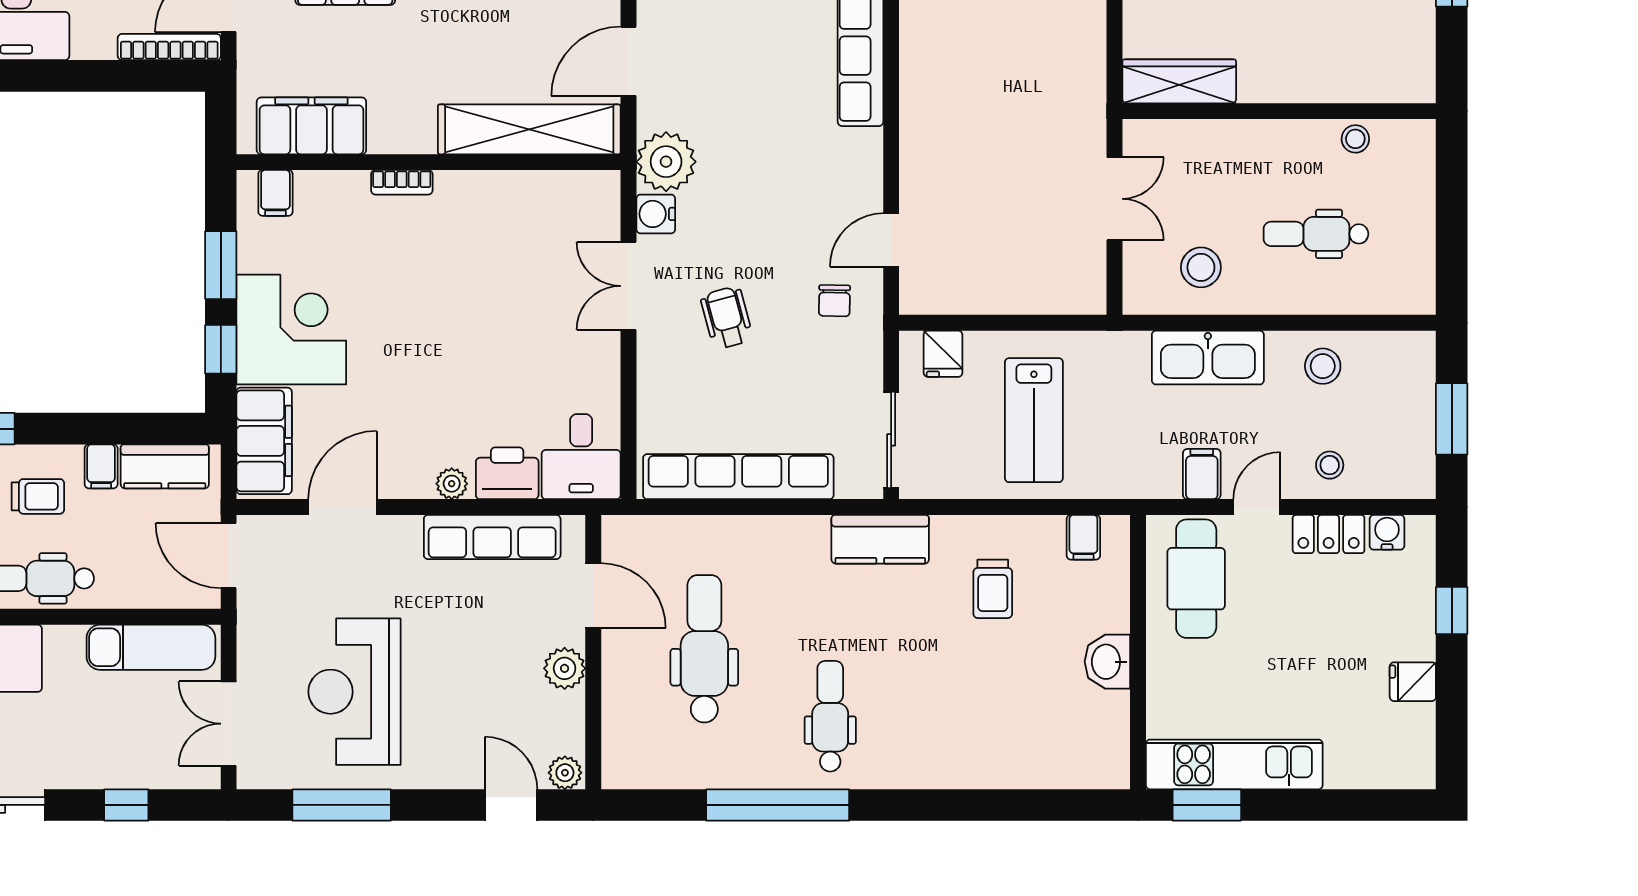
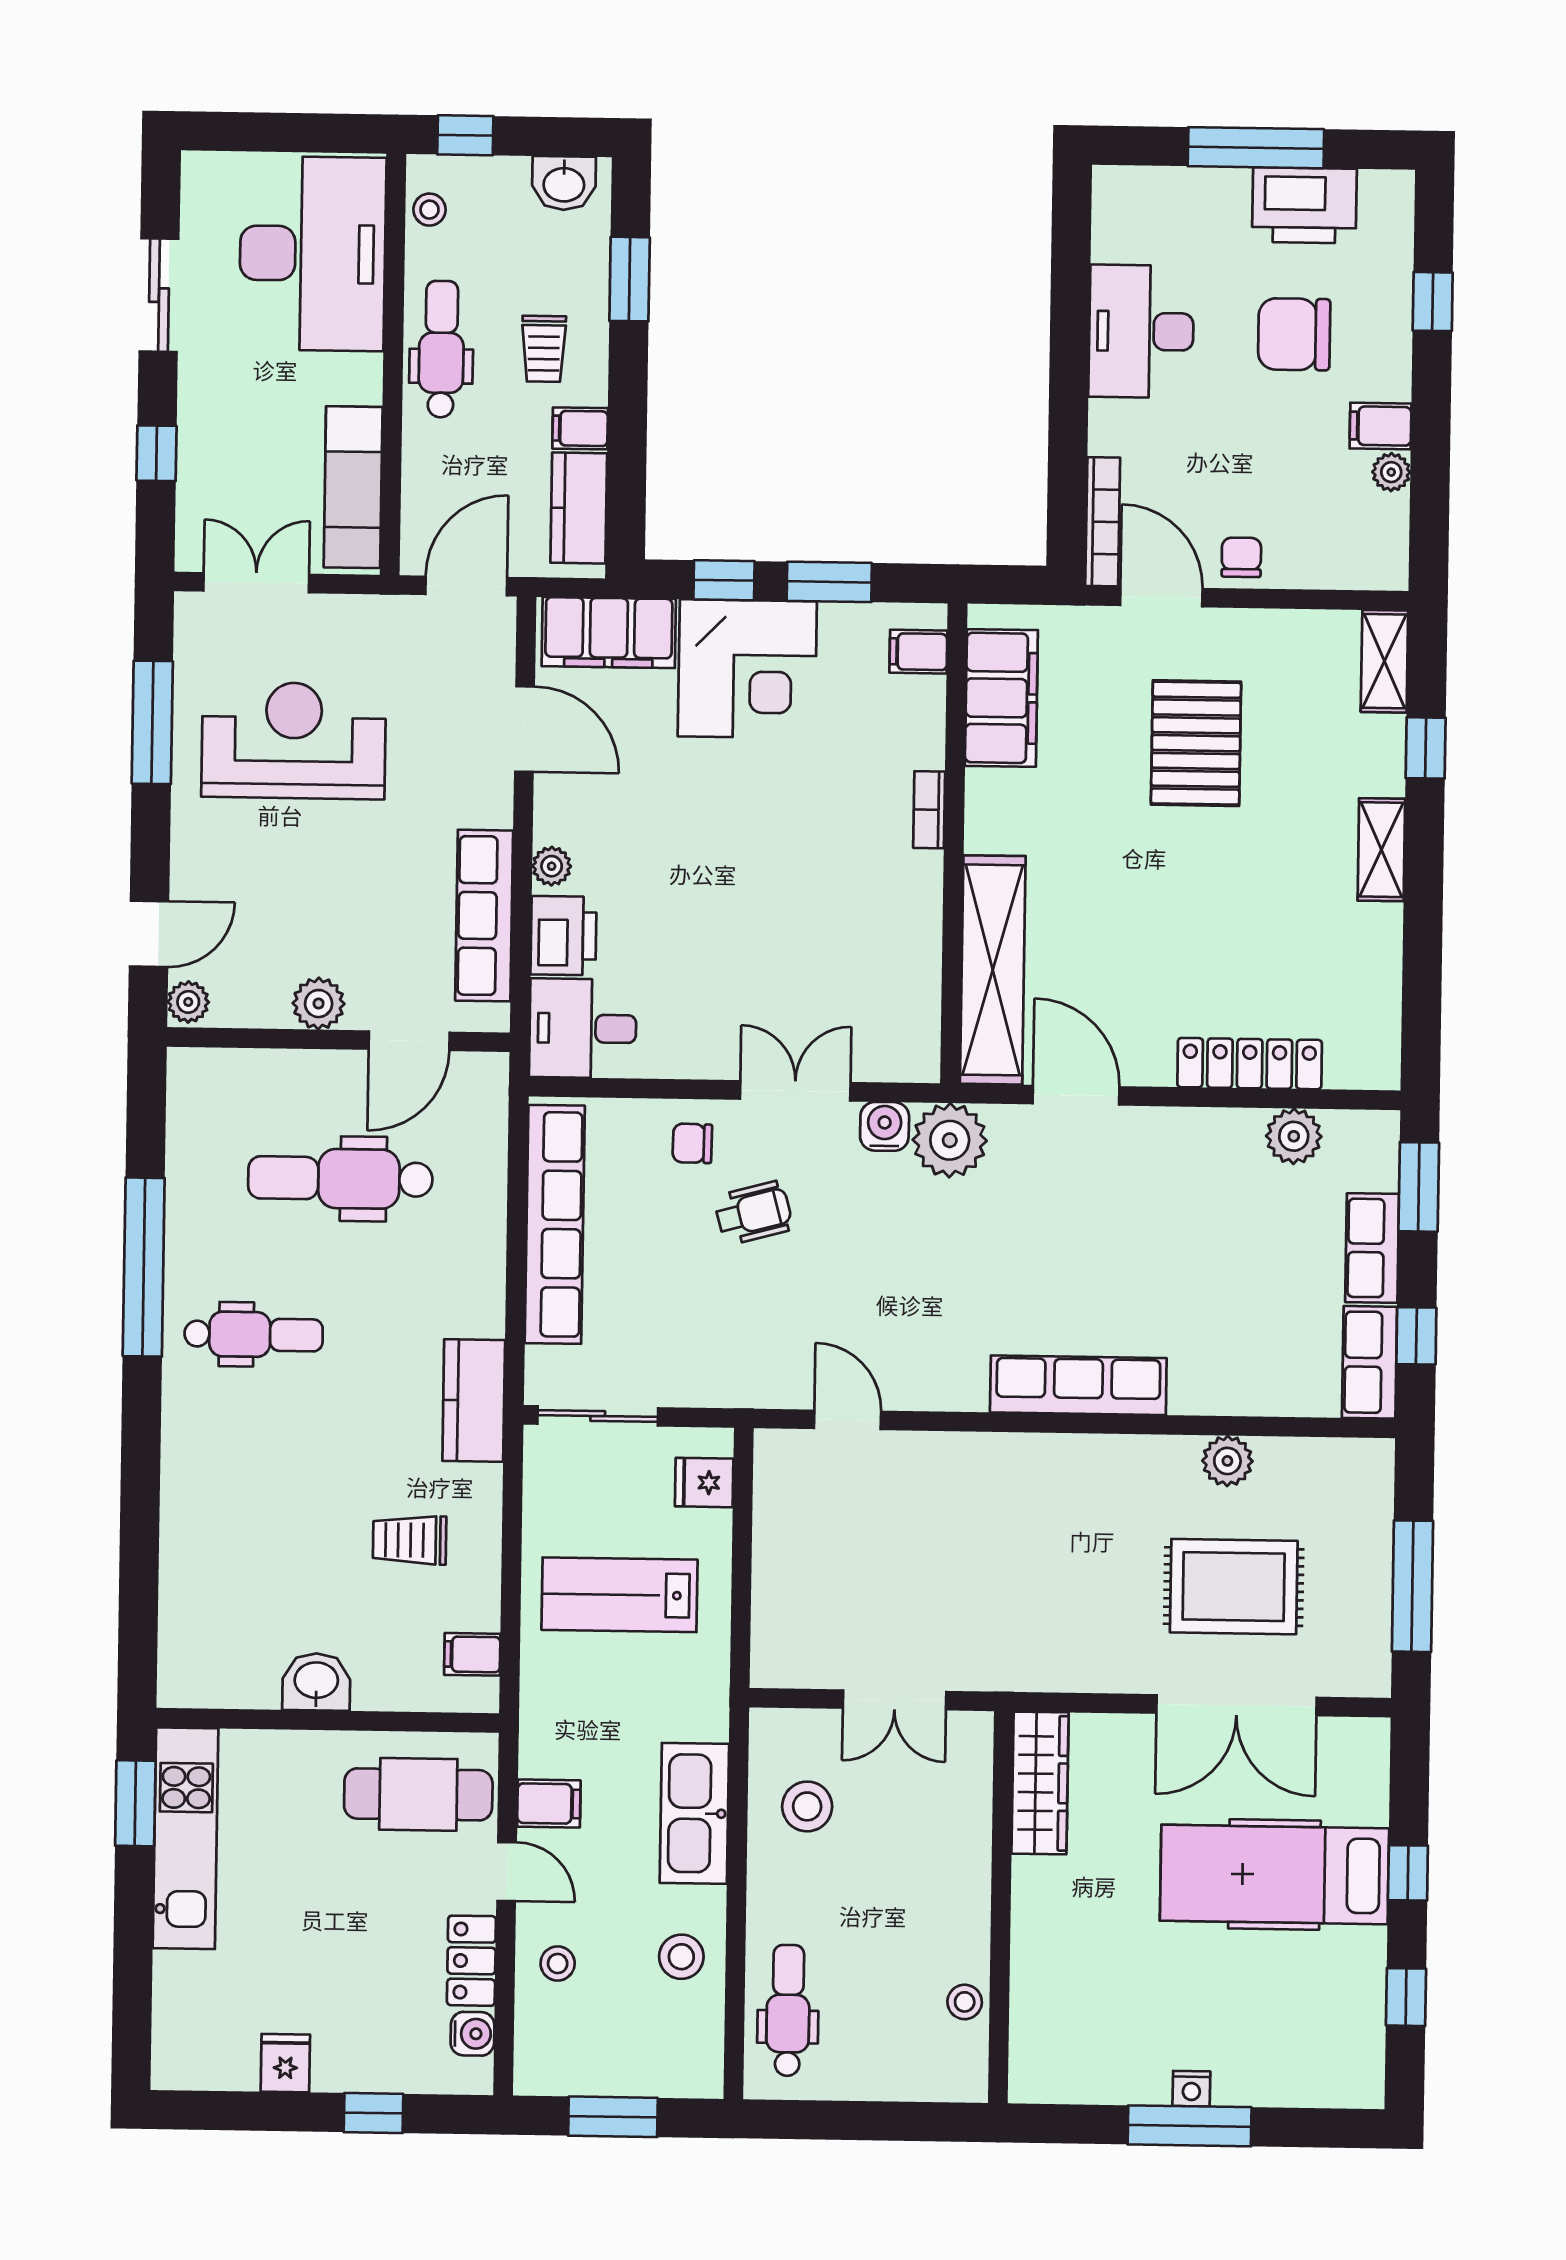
dental chair: (1316, 234) -> (788, 2010), moved
chair: (834, 301) -> (692, 1143), moved
dental chair: (704, 649) -> (340, 1179), turned 180

